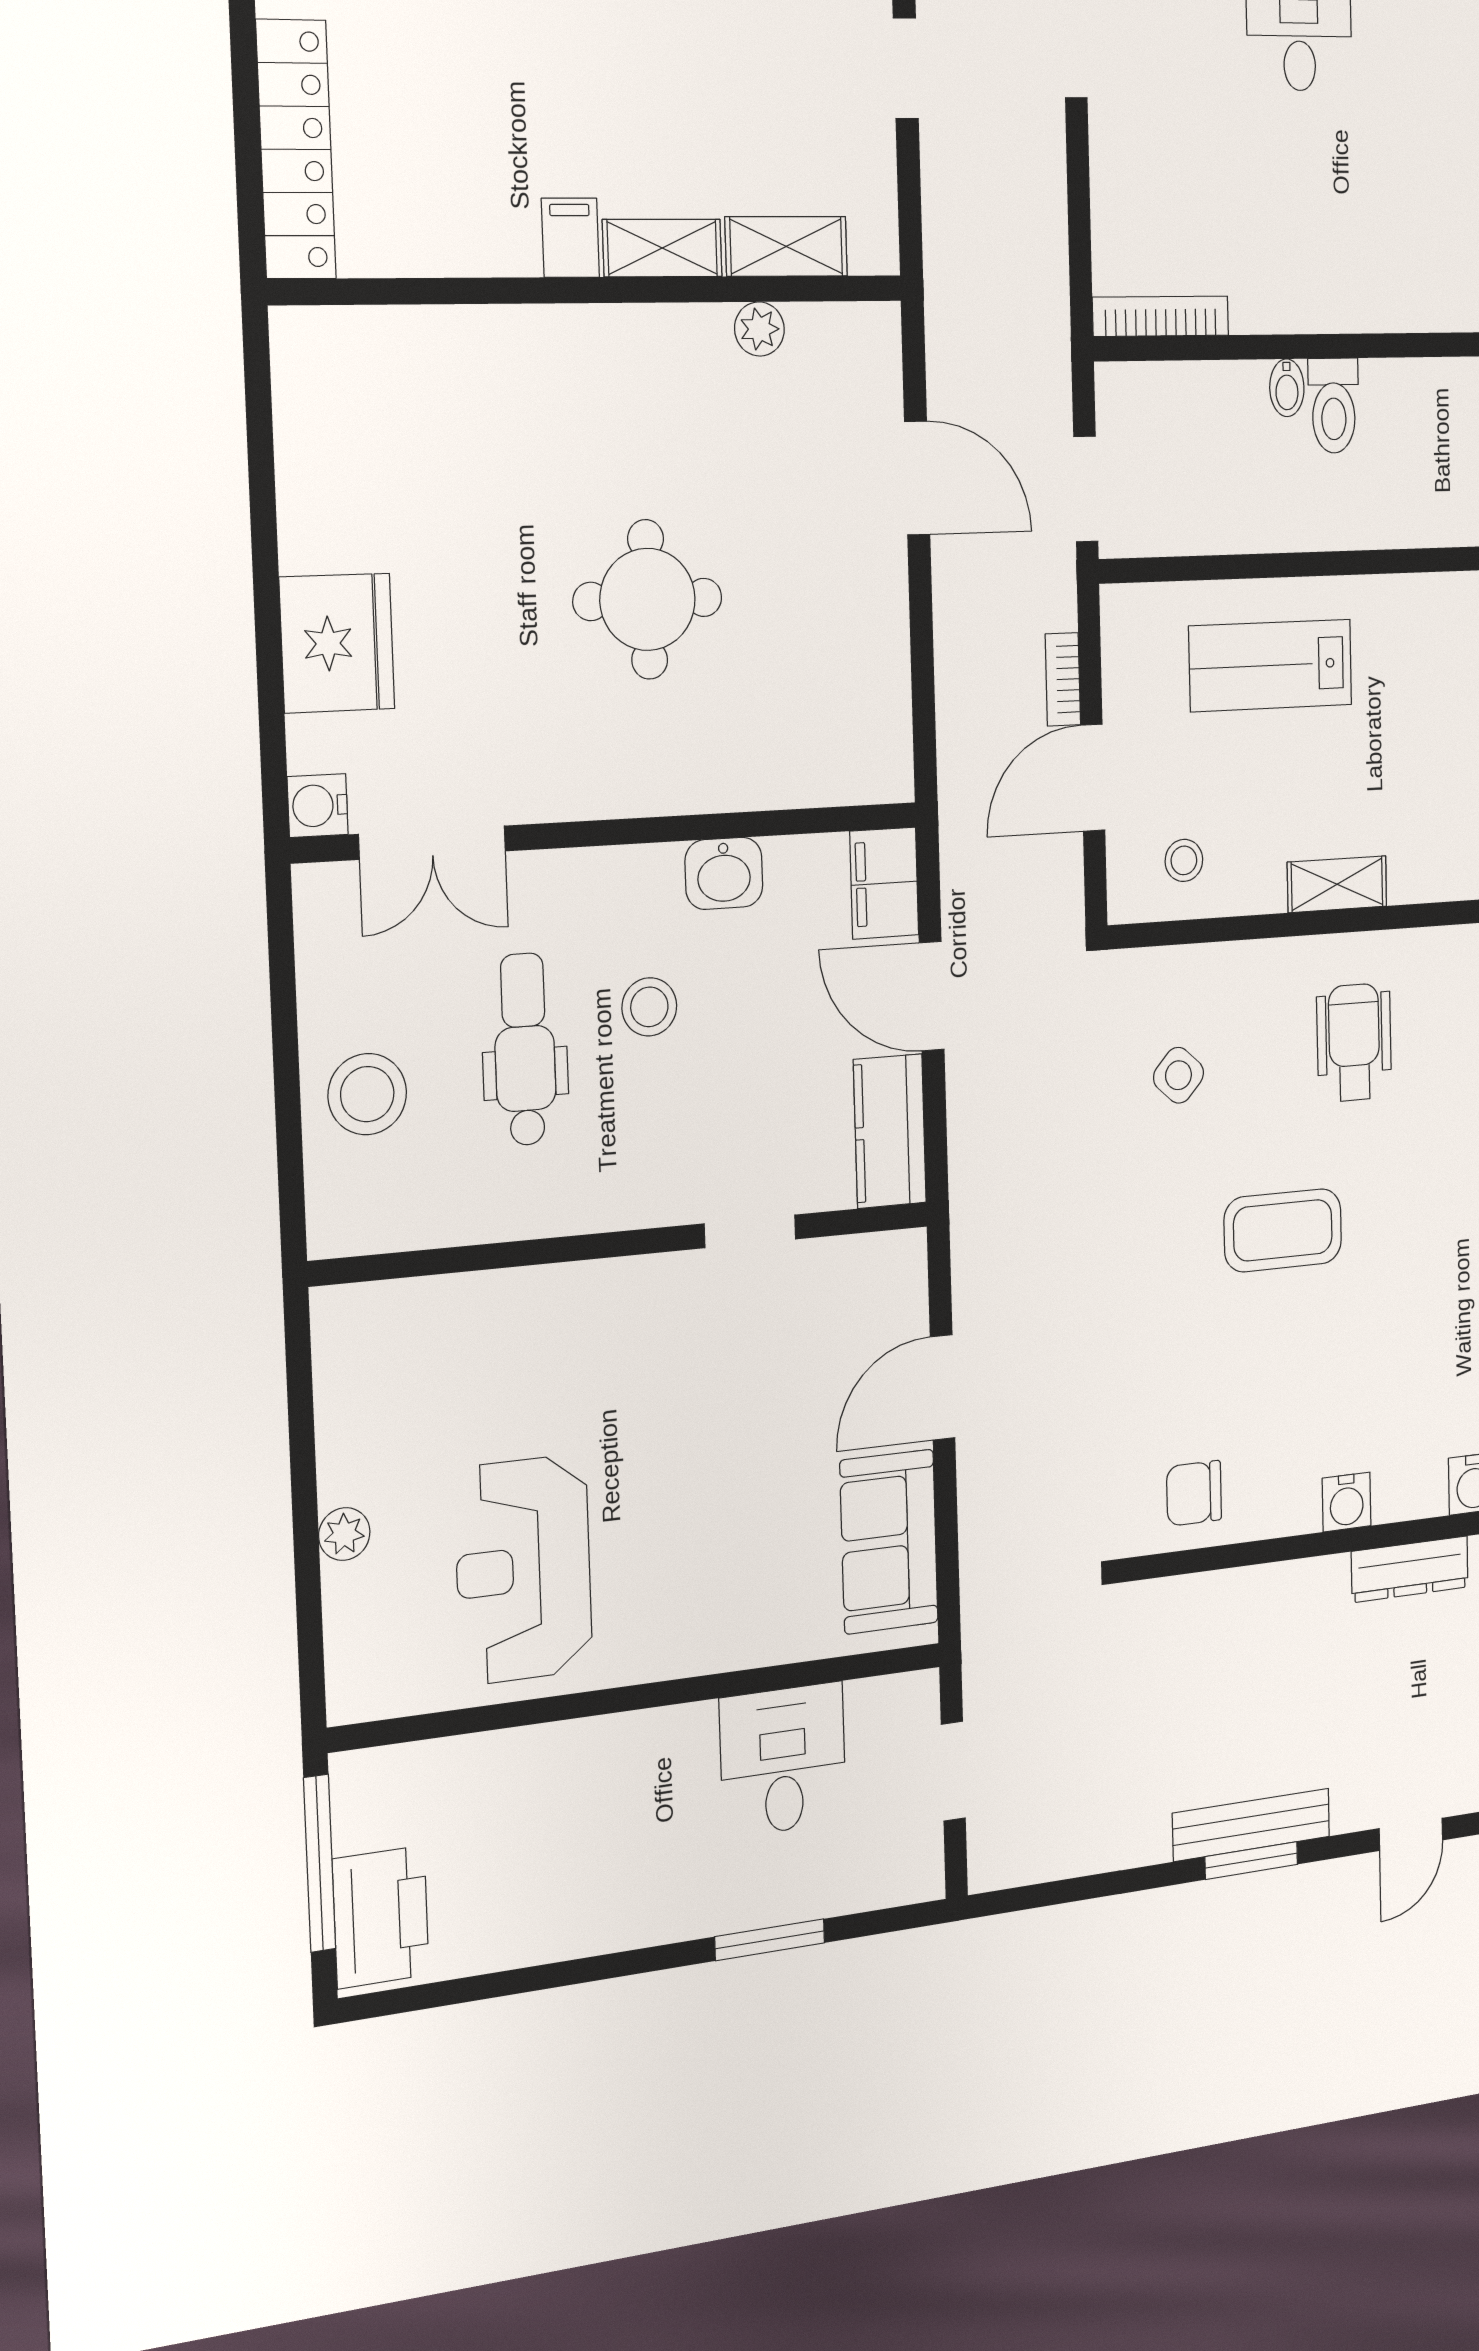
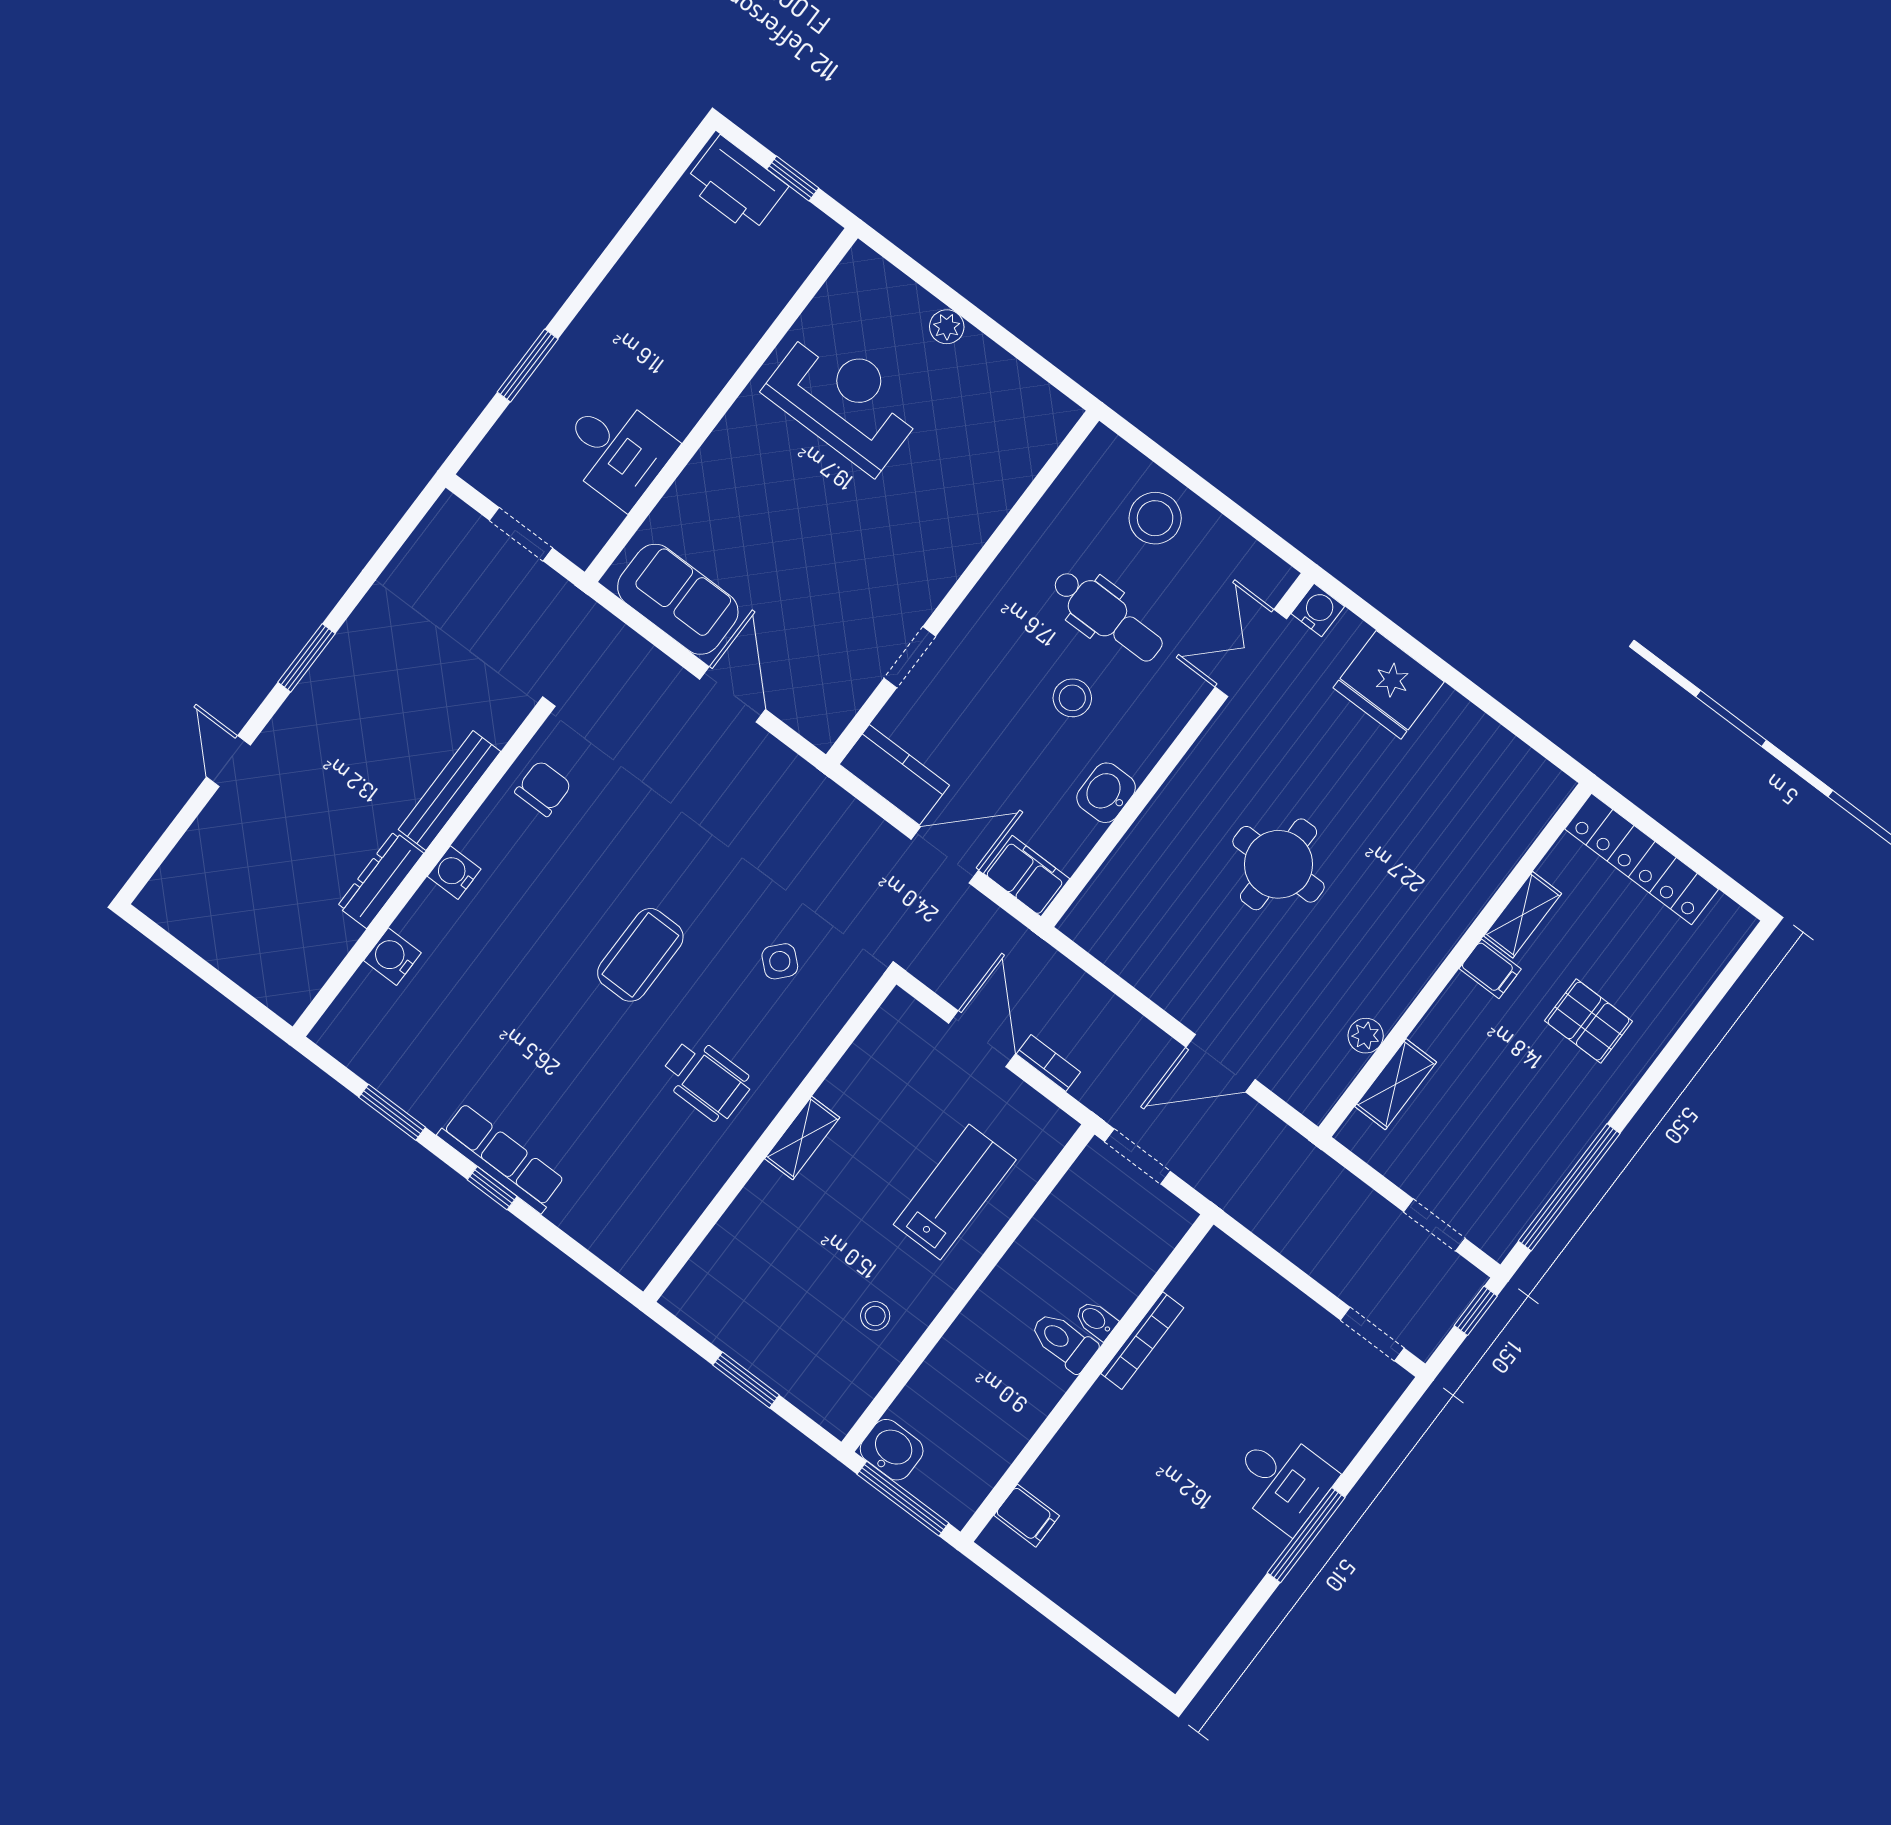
pallet: (538, 63) -> (1589, 1021), added
shelving: (662, 248) -> (1523, 915), moved
bookcase: (1161, 316) -> (1142, 1341), moved
stool: (1184, 860) -> (875, 1316), moved
bench: (1251, 1825) -> (449, 790), moved
window: (320, 1863) -> (793, 179), width x0.46

